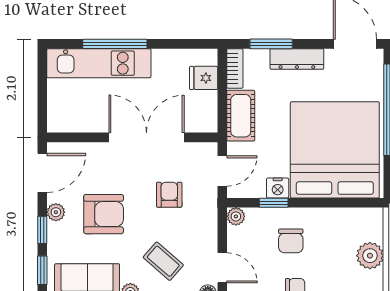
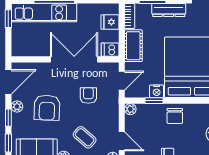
window: (42, 73) -> (8, 19), added
dishwasher: (204, 122) -> (110, 50), added
armchair: (104, 214) -> (47, 108), turned 92
chair: (291, 241) -> (175, 116), moved

